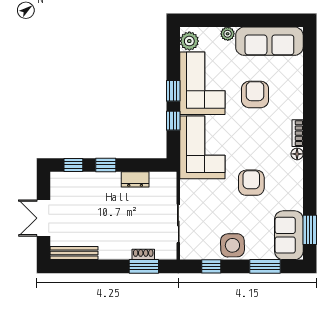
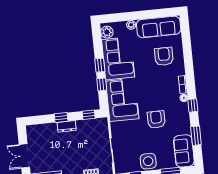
armchair: (255, 94) -> (164, 56), moved
window: (73, 165) -> (89, 115), moved
window: (310, 167) -> (193, 105), added
dresser: (135, 179) -> (67, 126), moved
window: (310, 230) -> (196, 136), moved

